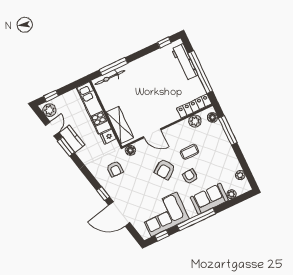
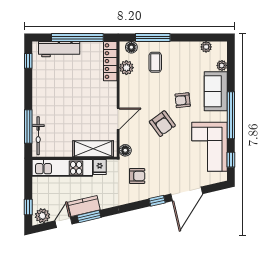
door: (52, 129) -> (64, 222), hinge flipped
coffee table: (189, 152) -> (155, 62), moved

